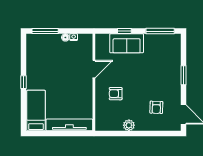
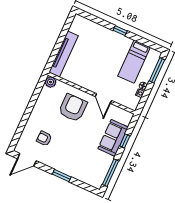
armchair: (116, 94) -> (73, 108), width x1.88, depth x1.88
bed: (36, 111) -> (134, 62), moved, turned 90
plant: (129, 125) -> (51, 82), moved

